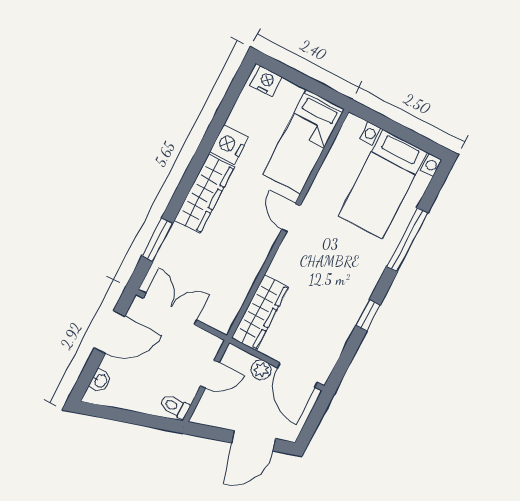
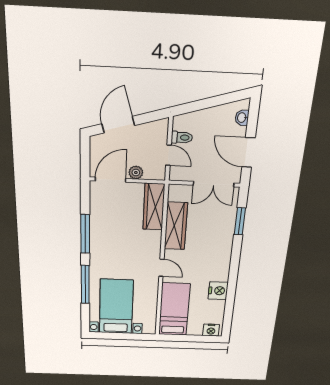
wardrobe: (204, 194) -> (176, 226), moved, turned 180
window: (368, 315) -> (85, 234), width x2.17
door: (110, 332) -> (249, 152), hinge flipped
door: (210, 374) -> (169, 155), swing flipped
door: (297, 375) -> (111, 180), hinge flipped
toilet: (175, 406) -> (182, 137), moved

